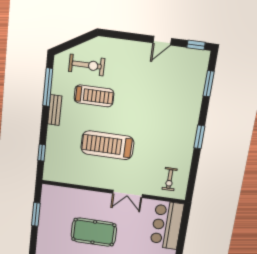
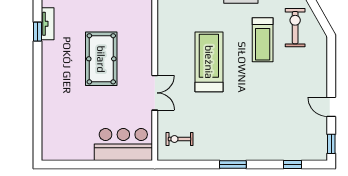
exercise bike: (87, 65) -> (295, 28), turned 180
window: (209, 84) -> (293, 165), width x0.67
double door: (127, 194) -> (155, 93), swing flipped

